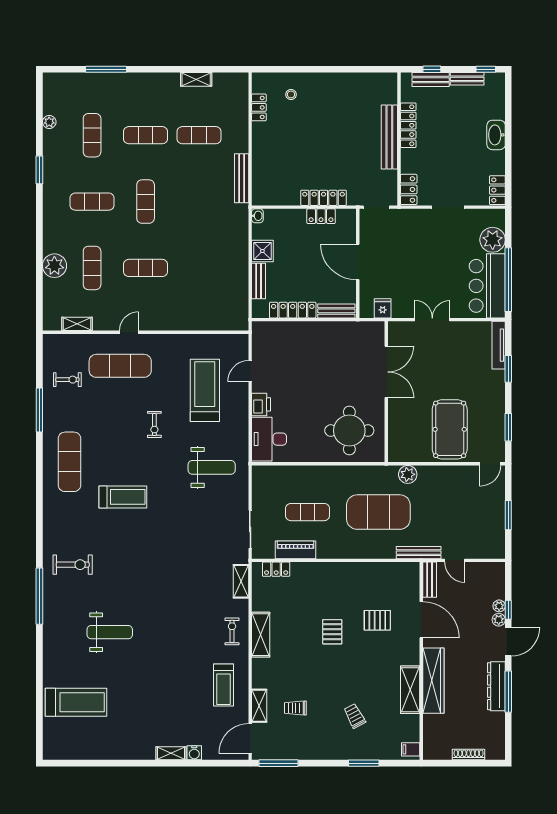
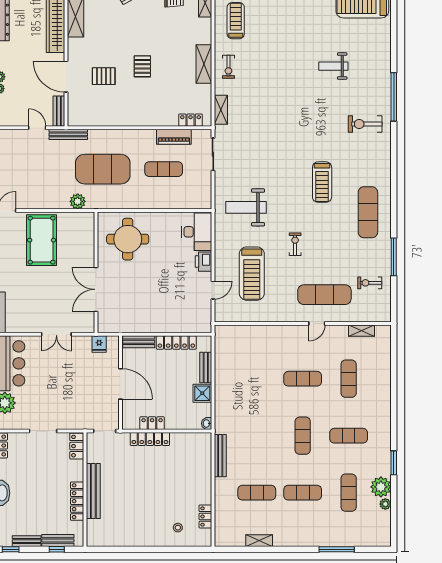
plant: (54, 266) -> (381, 487), moved
treadmill: (123, 497) -> (322, 182), turned -90
weight bench: (110, 632) -> (333, 66), width x0.73, depth x0.75

